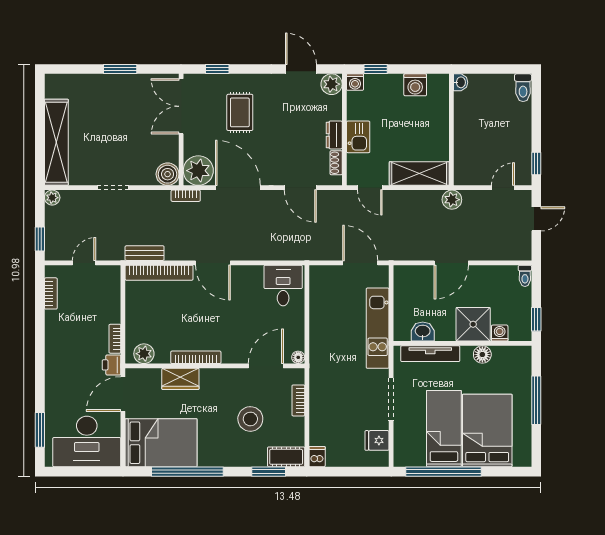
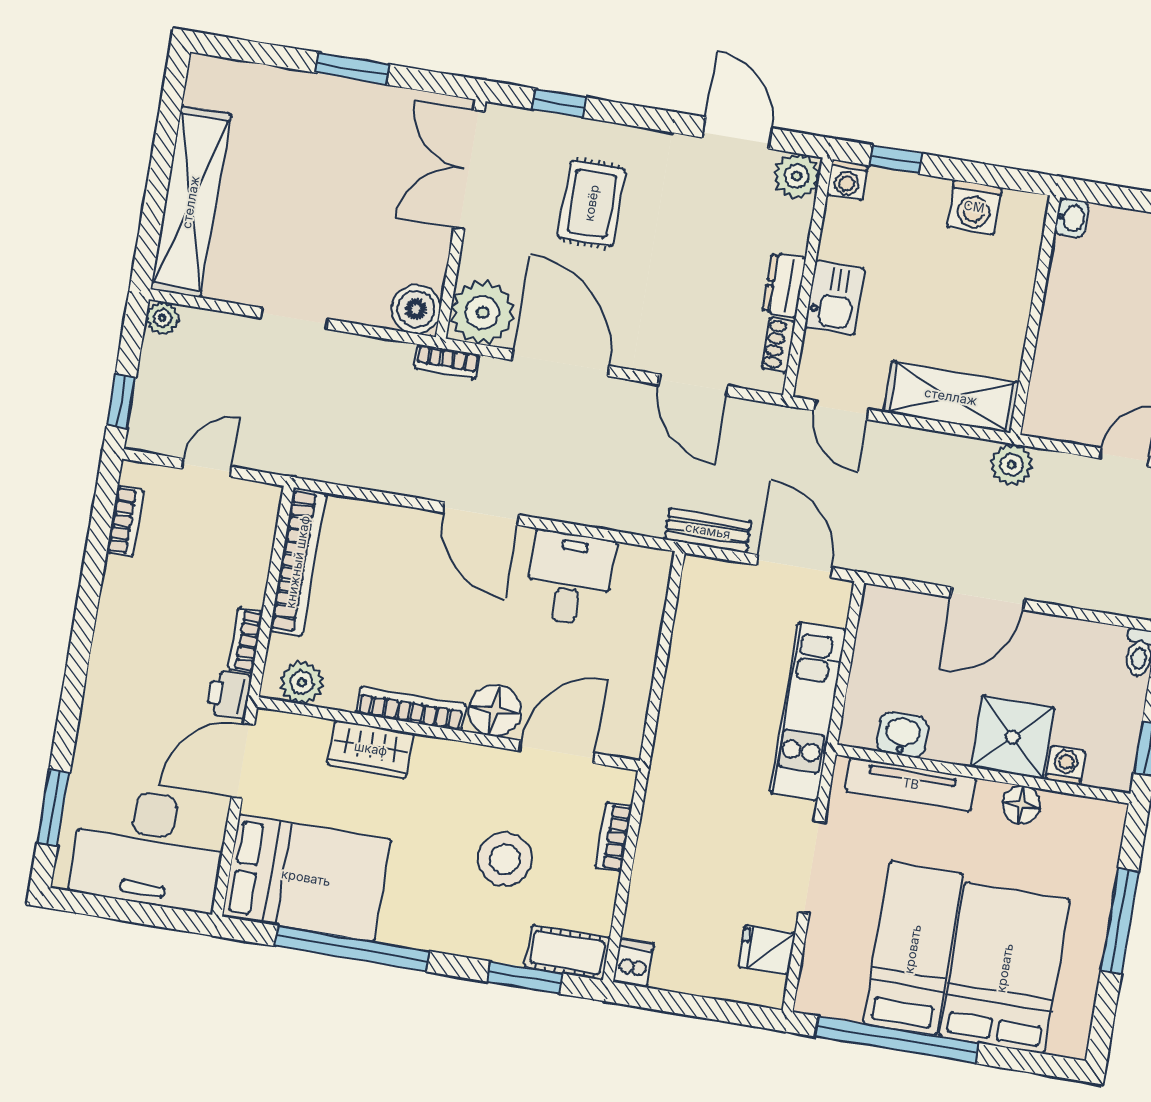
bench: (145, 253) -> (708, 531), moved
bookcase: (159, 273) -> (298, 562), moved, turned -90
desk: (283, 285) -> (570, 578), moved
floor lamp: (298, 357) -> (495, 710), moved, width x1.89, depth x1.89

